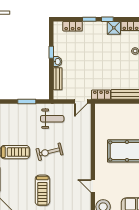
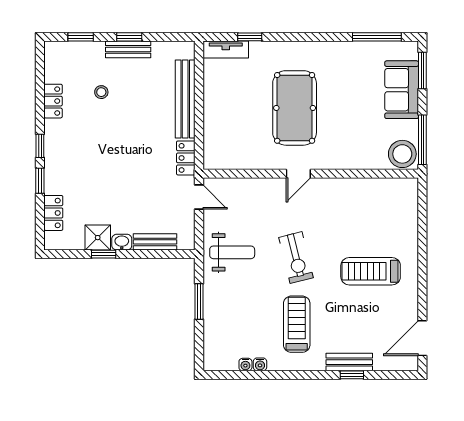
shower: (114, 28) -> (98, 238), moved
weight bench: (52, 119) -> (232, 252), turned 90
door: (93, 186) -> (298, 174), moved
treadmill: (42, 190) -> (371, 271), turned 180

